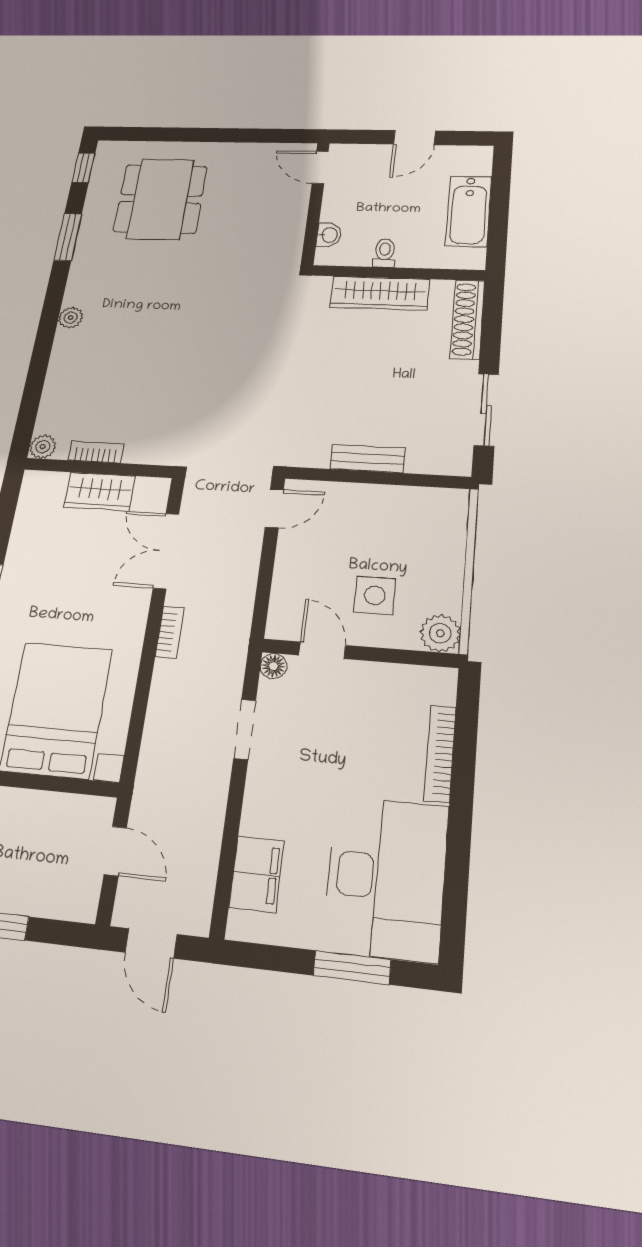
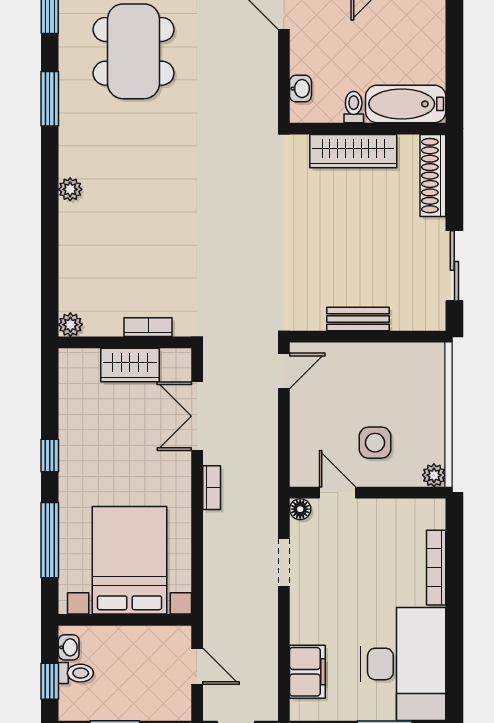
bathtub: (469, 211) -> (406, 104), moved, turned 90
bookcase: (96, 452) -> (148, 327), moved
plant: (440, 633) -> (434, 475), width x0.73, depth x0.73

